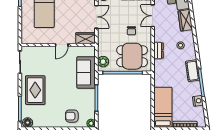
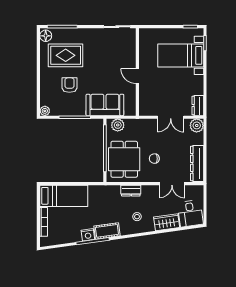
double door: (153, 16) -> (172, 184), swing flipped
wardrobe: (86, 38) -> (145, 104), removed
rug: (35, 90) -> (66, 55), moved
nightstand: (198, 101) -> (88, 235), moved
armchair: (72, 116) -> (69, 85), moved

